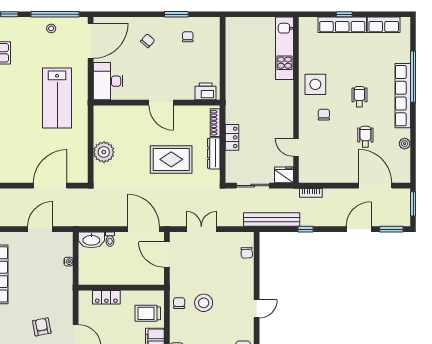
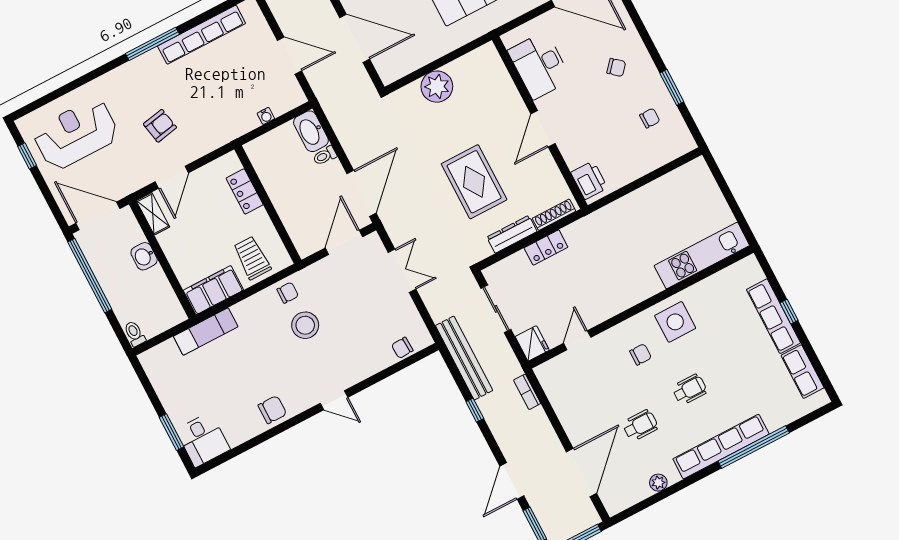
desk: (108, 81) -> (540, 65), moved, turned -90
door: (359, 229) -> (512, 481), swing flipped

